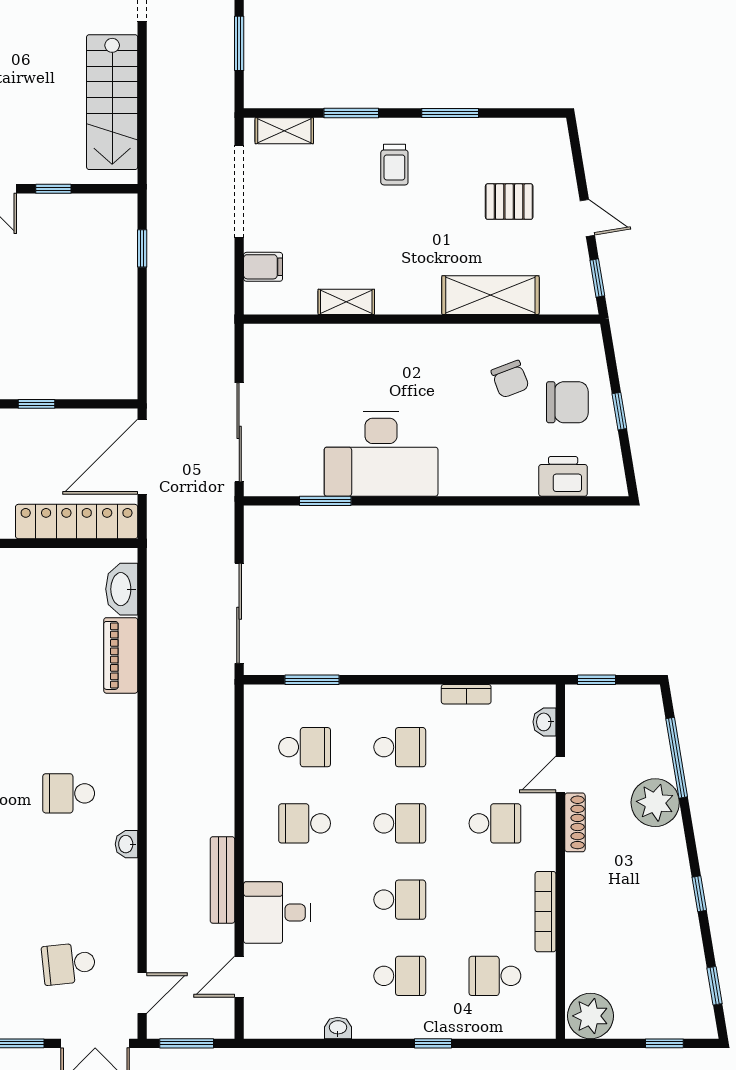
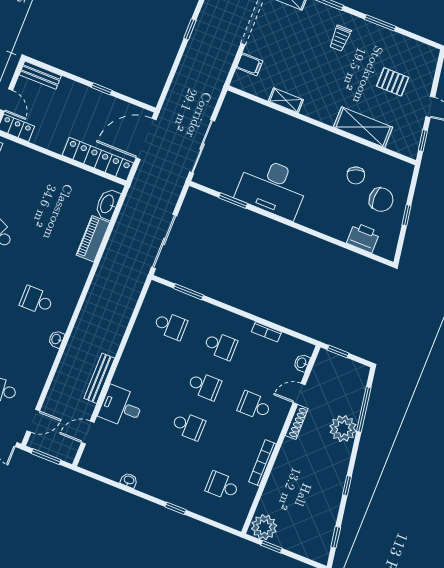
school desk: (305, 823) -> (154, 366), removed
school desk: (495, 823) -> (254, 406), turned 180
school desk: (400, 976) -> (172, 466), removed
window: (664, 1043) -> (271, 547), moved

